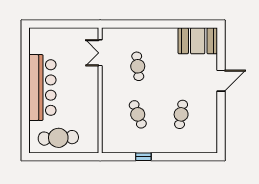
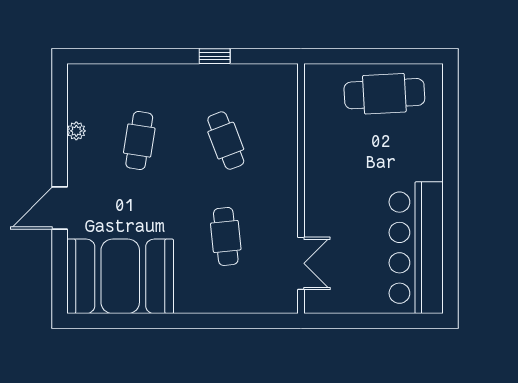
booth: (198, 41) -> (120, 276), width x1.36, depth x1.42
bar counter: (42, 88) -> (416, 248), moved
plant: (213, 119) -> (76, 131), added

